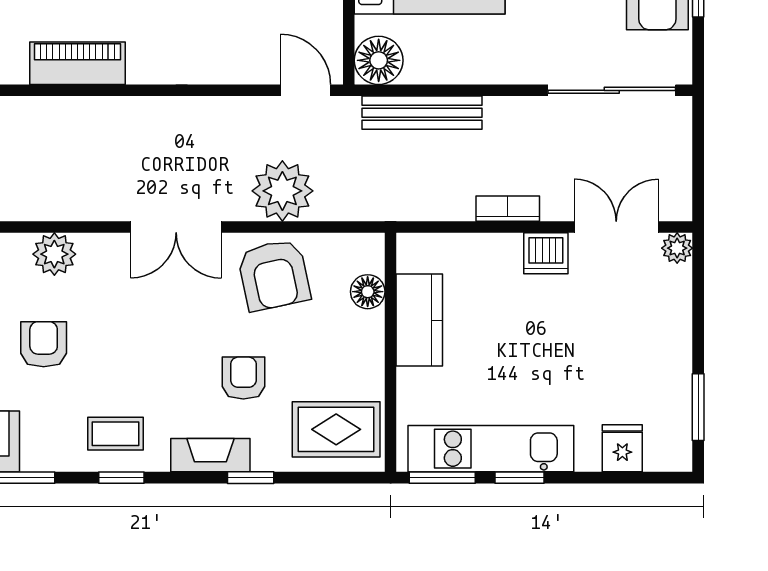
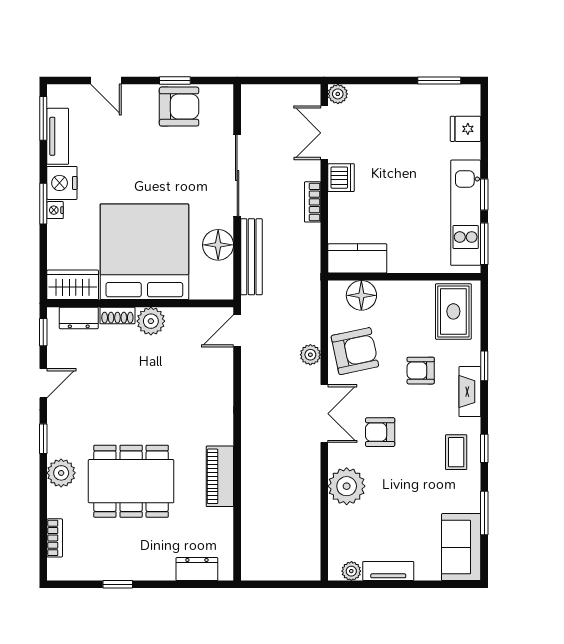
floor lamp: (379, 60) -> (218, 245), moved
sliding door: (612, 90) -> (237, 175), moved
plant: (282, 191) -> (310, 355), width x0.53, depth x0.53
plant: (54, 254) -> (347, 486), width x1.36, depth x1.36
floor lamp: (368, 292) -> (361, 295), width x1.38, depth x1.38
kitchen counter: (419, 320) -> (357, 258), moved
armchair: (44, 344) -> (380, 432), moved

